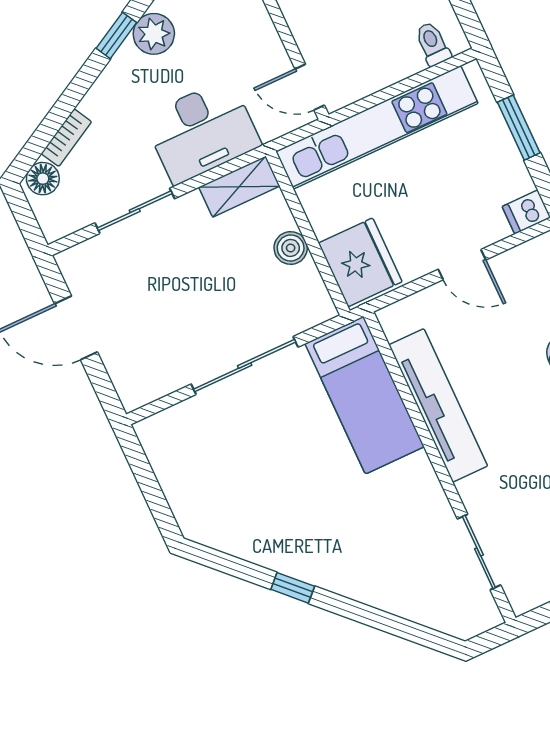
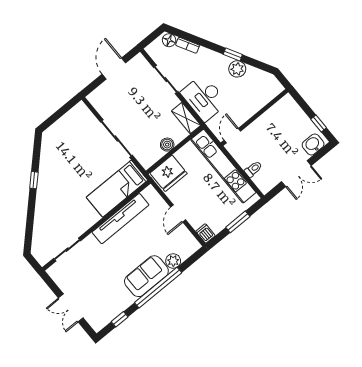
toilet: (433, 44) -> (253, 169), moved

